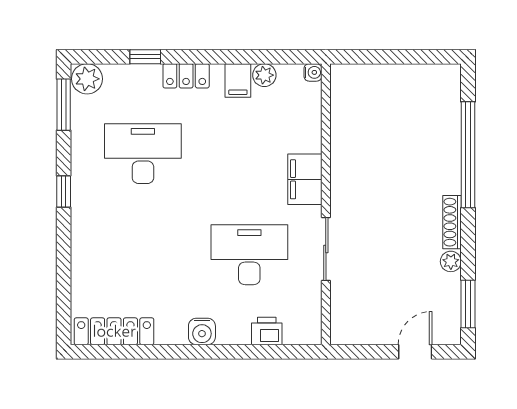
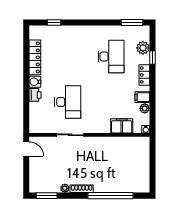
plant: (87, 79) -> (143, 48), moved
filing cabinet: (305, 179) -> (122, 126), moved
window: (64, 191) -> (54, 23), moved
locker: (114, 331) -> (35, 57), moved
printer: (267, 331) -> (35, 95), moved
door: (415, 352) -> (26, 149), moved

